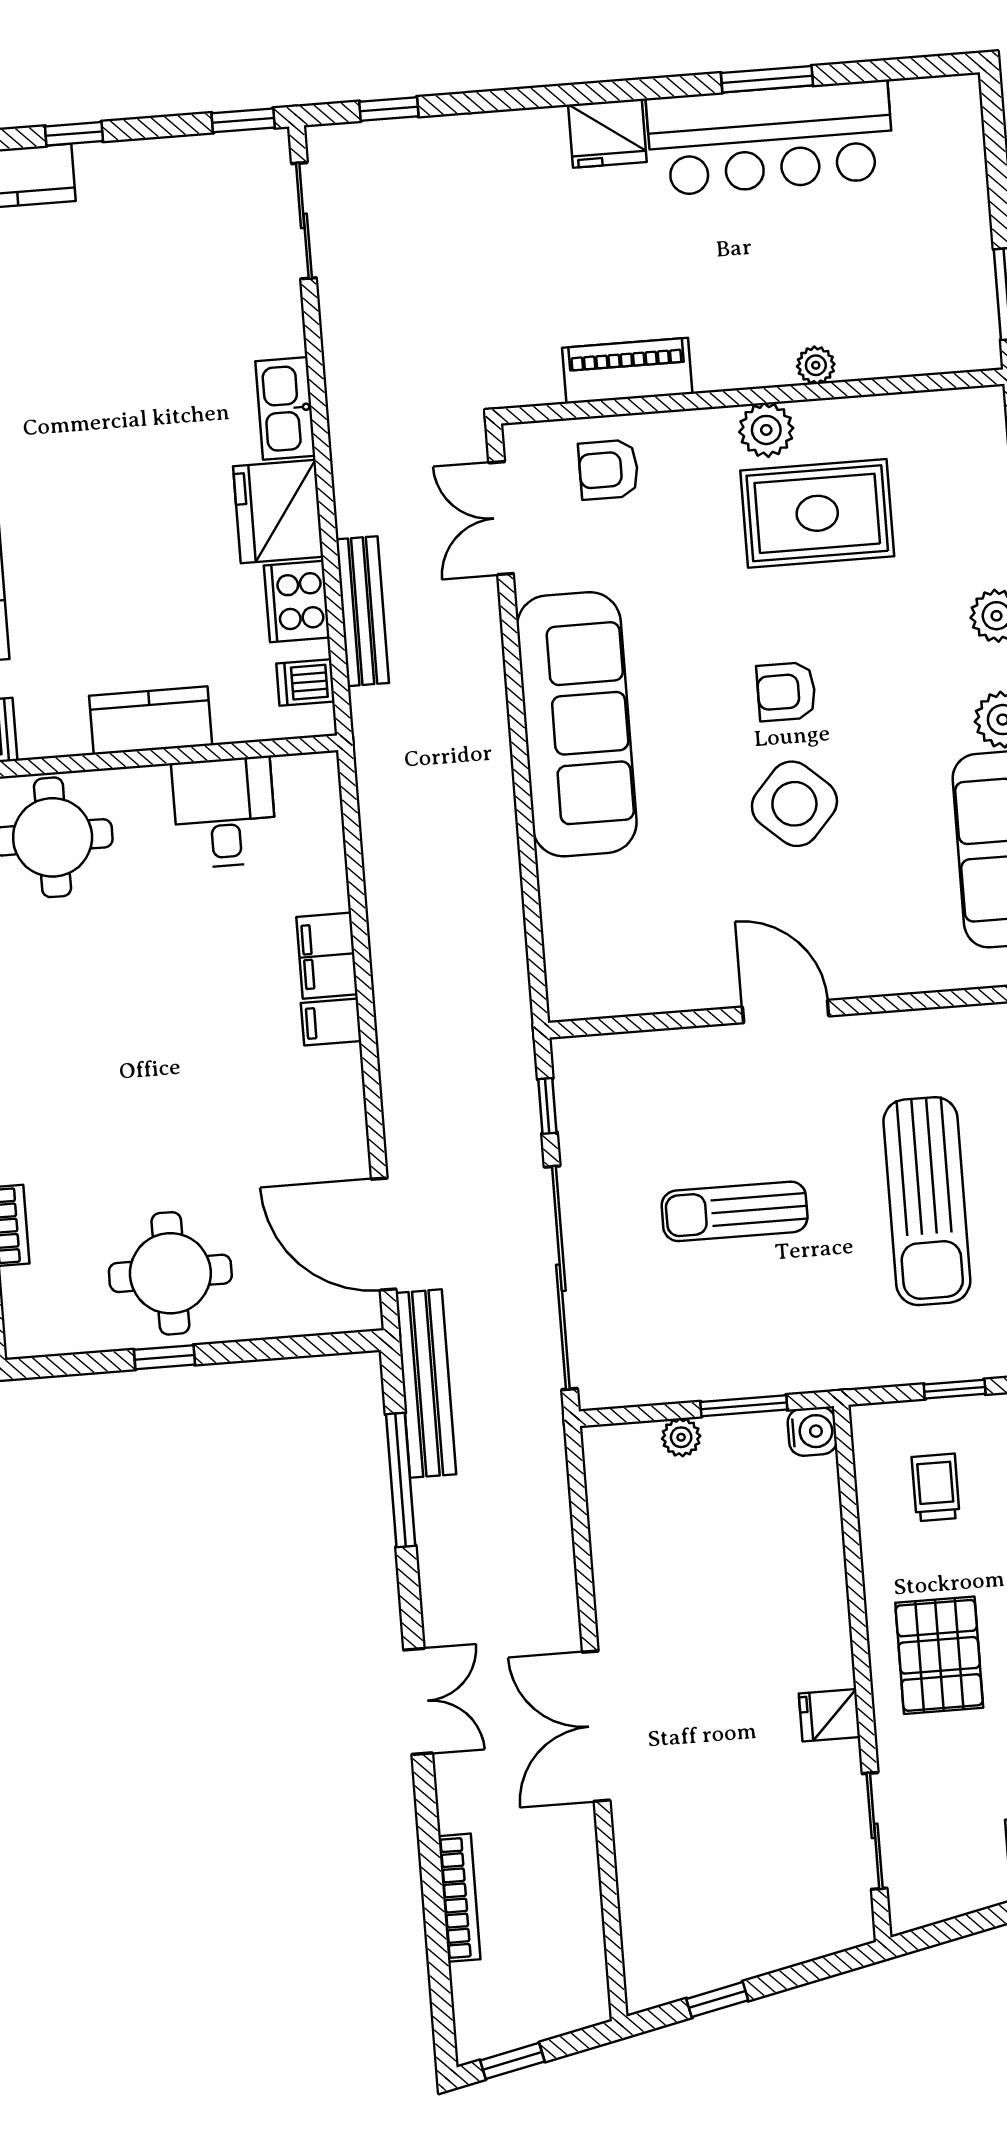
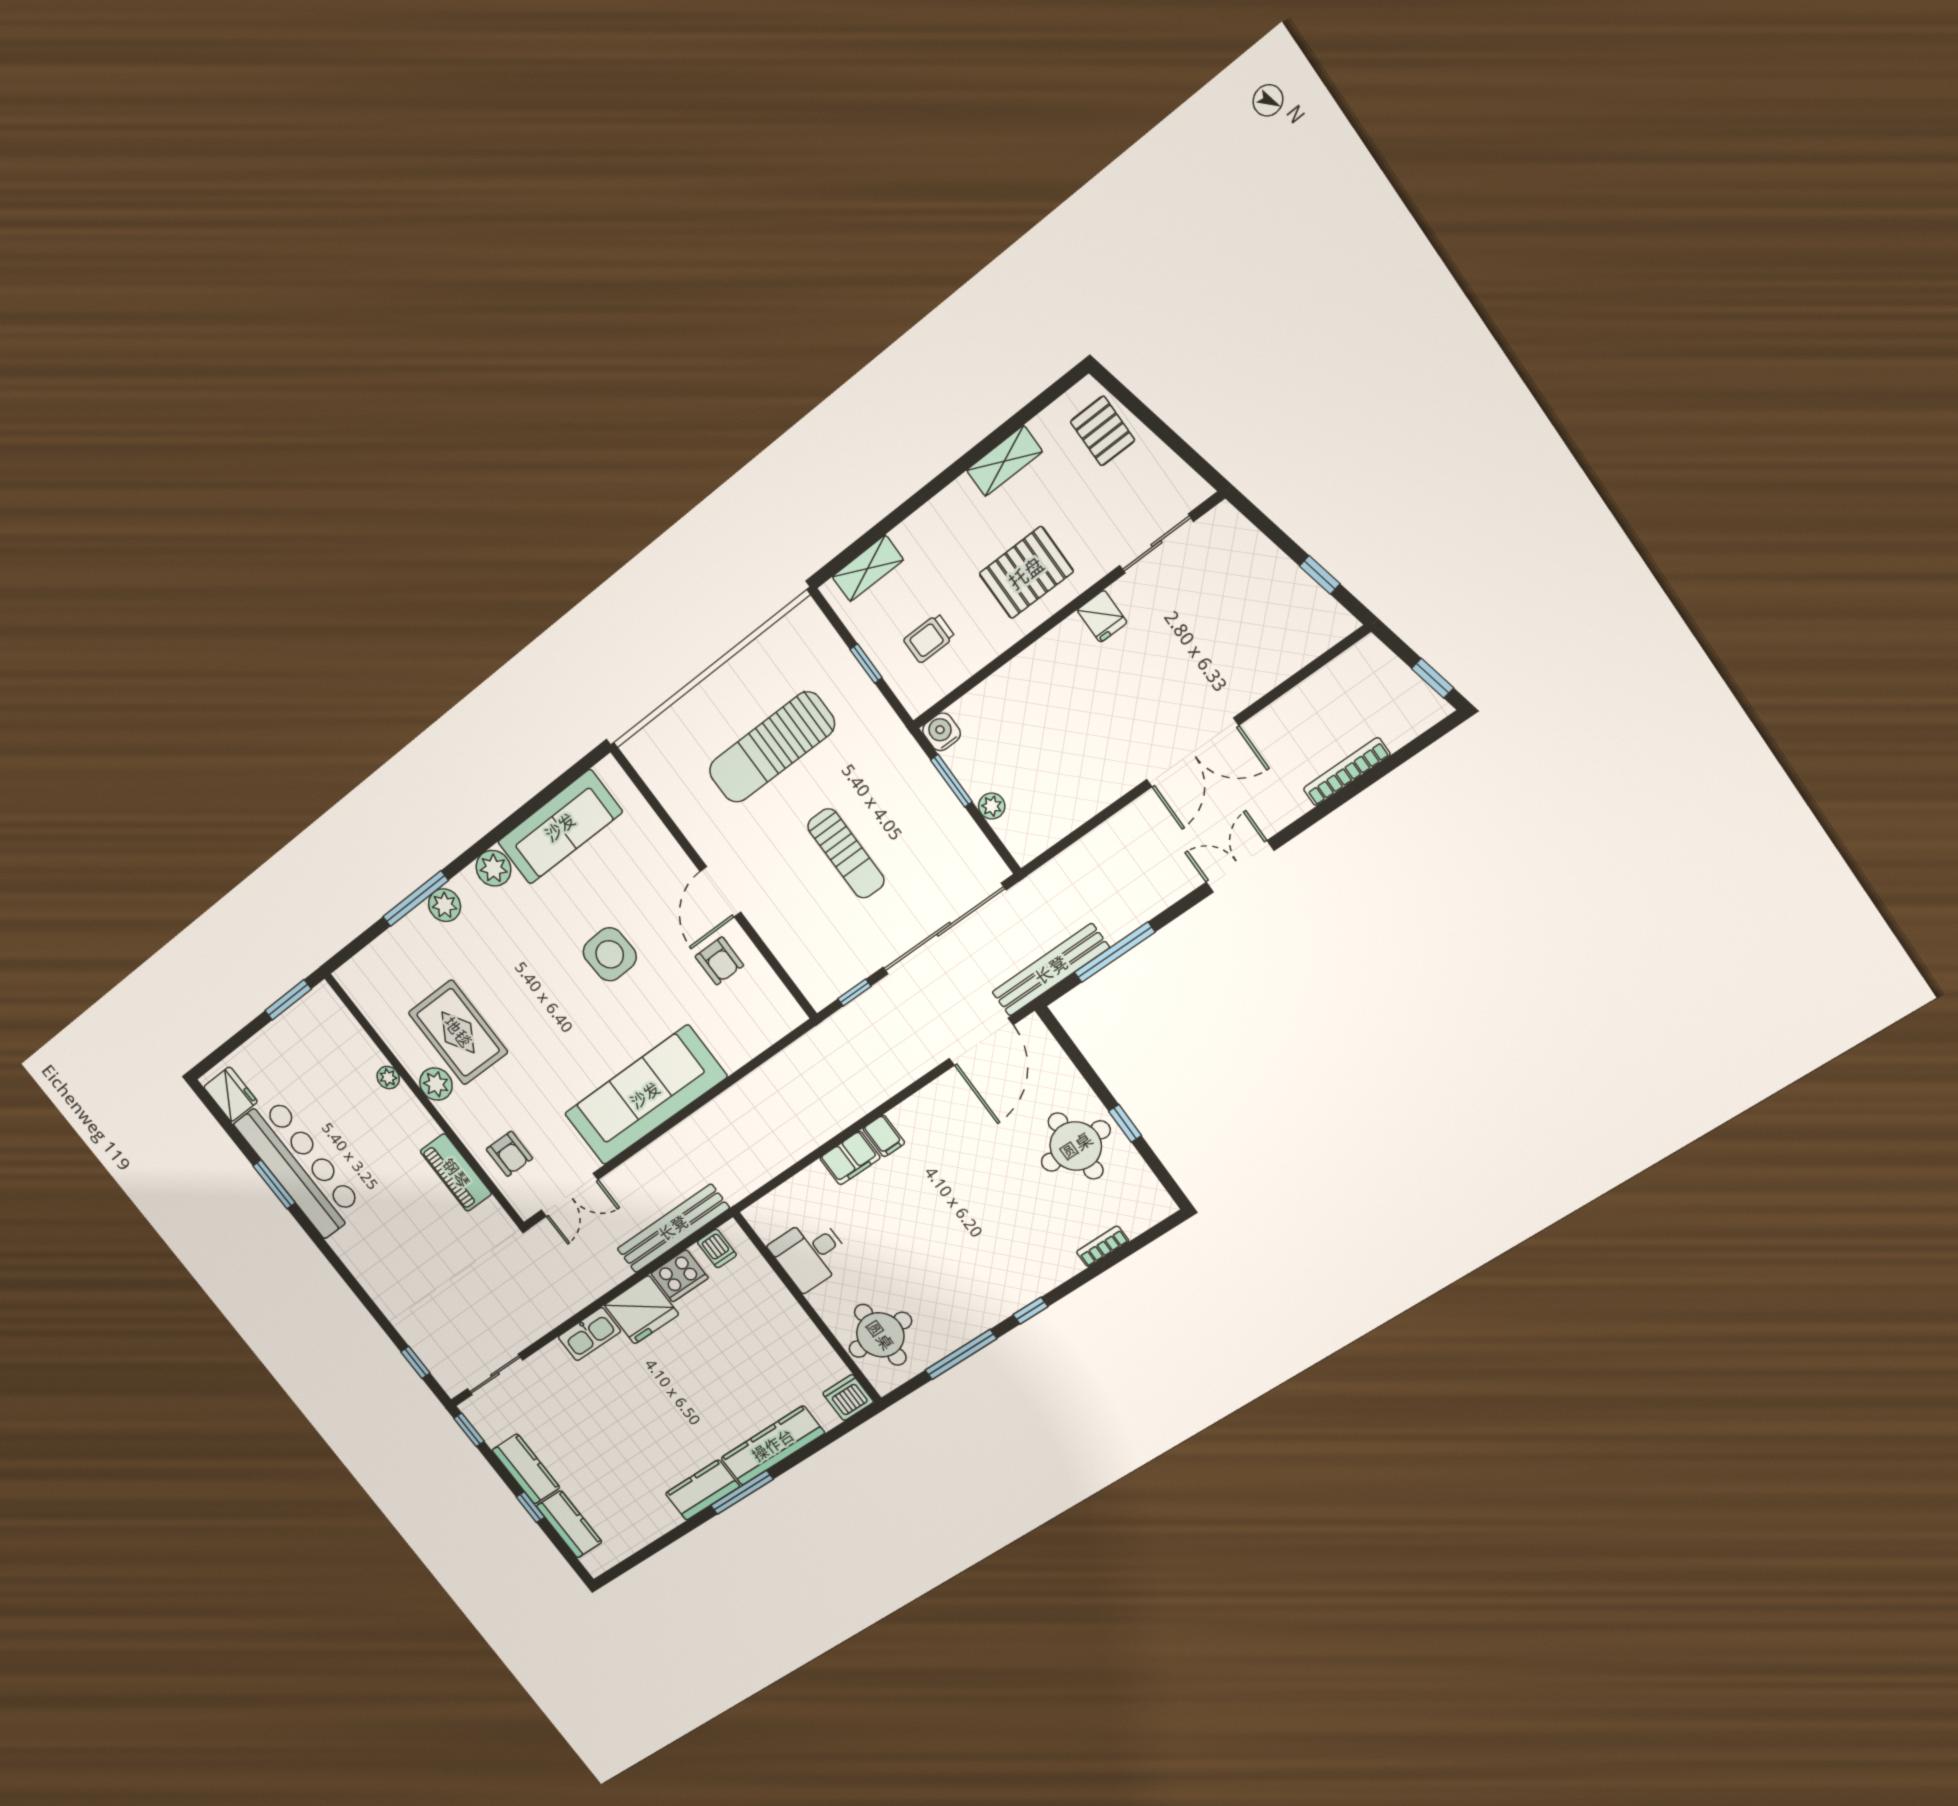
fridge: (607, 133) -> (231, 1094), moved
bench: (363, 611) -> (673, 1228), width x1.37, depth x1.21
armchair: (786, 692) -> (719, 961), moved
kitchen counter: (151, 720) -> (526, 1469), moved, turned 180
side table: (794, 804) -> (610, 954), turned 45
sun lounger: (927, 1201) -> (772, 747), turned 180

